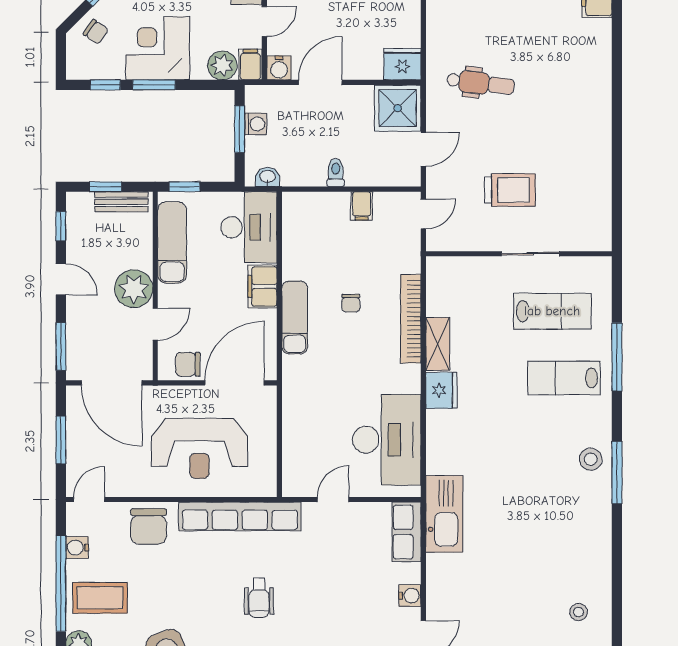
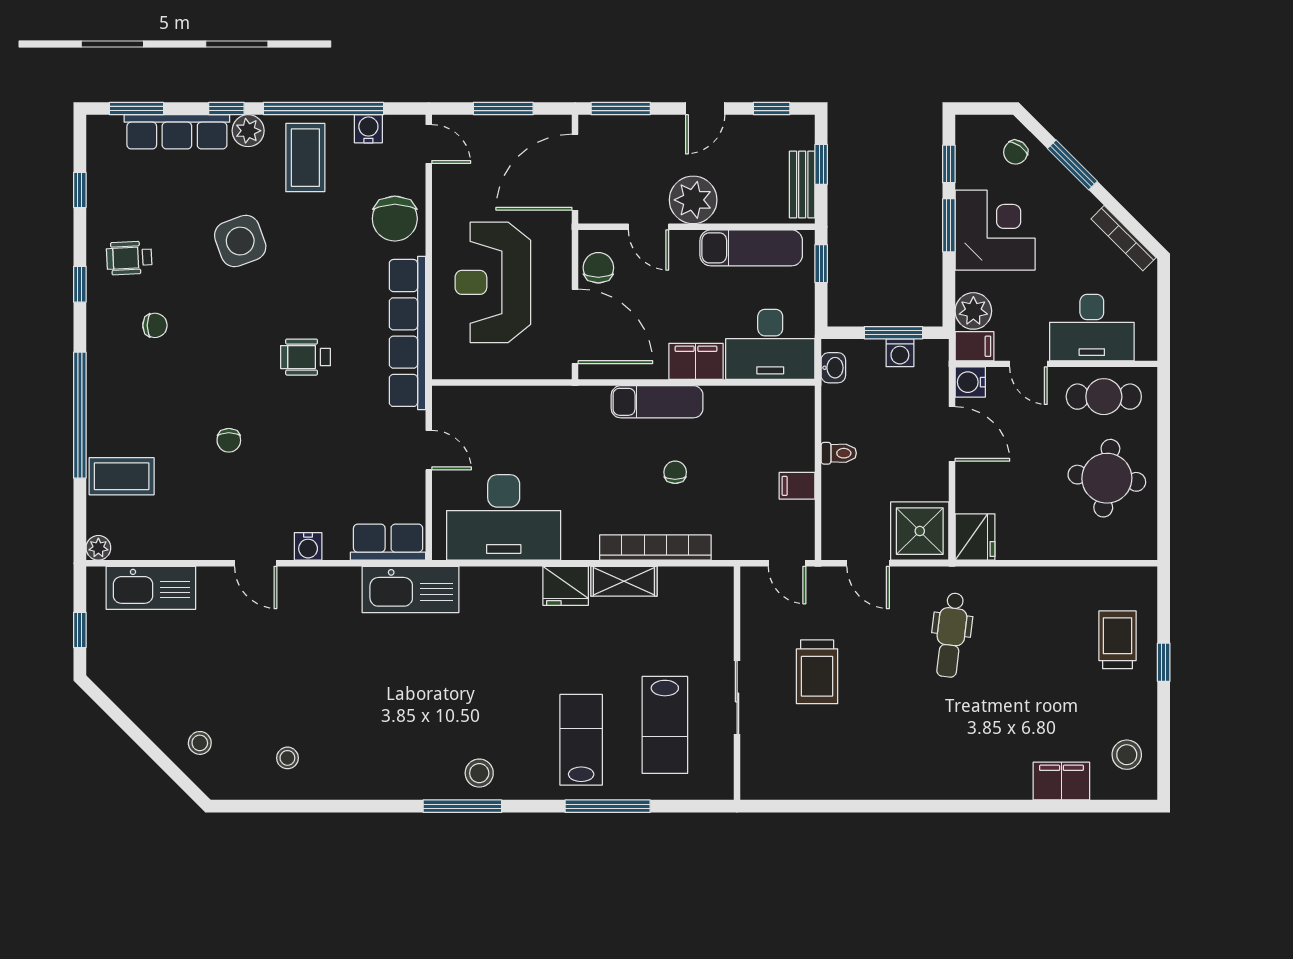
chair: (351, 303) -> (675, 472), turned 90
chair: (149, 526) -> (395, 219), turned -90

